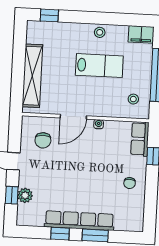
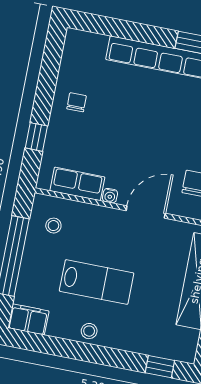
lab bench: (99, 66) -> (97, 282), turned 180
row of seats: (140, 139) -> (77, 184), moved, turned -90
window: (95, 235) -> (138, 32), removed

